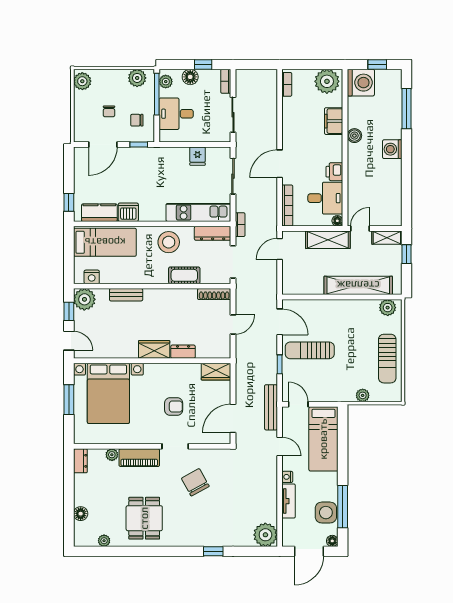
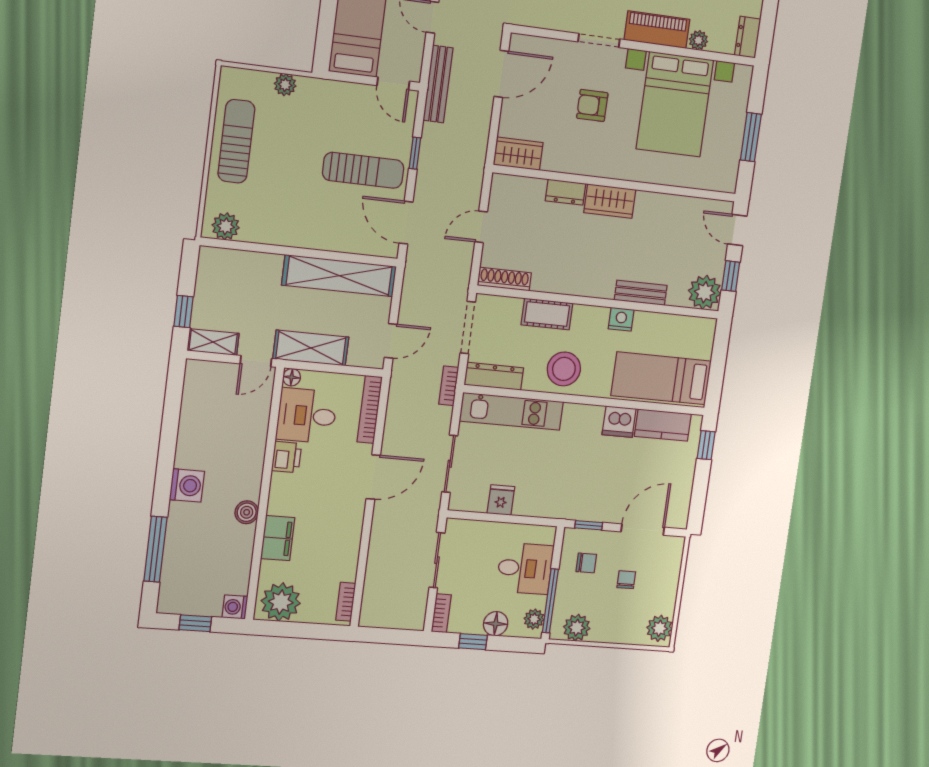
washing machine: (361, 83) -> (235, 607), width x0.53, depth x0.53
nightstand: (92, 277) -> (621, 319), moved
shelving: (358, 285) -> (339, 276), moved
bed with nightstands: (108, 393) -> (675, 104), moved, turned 180

